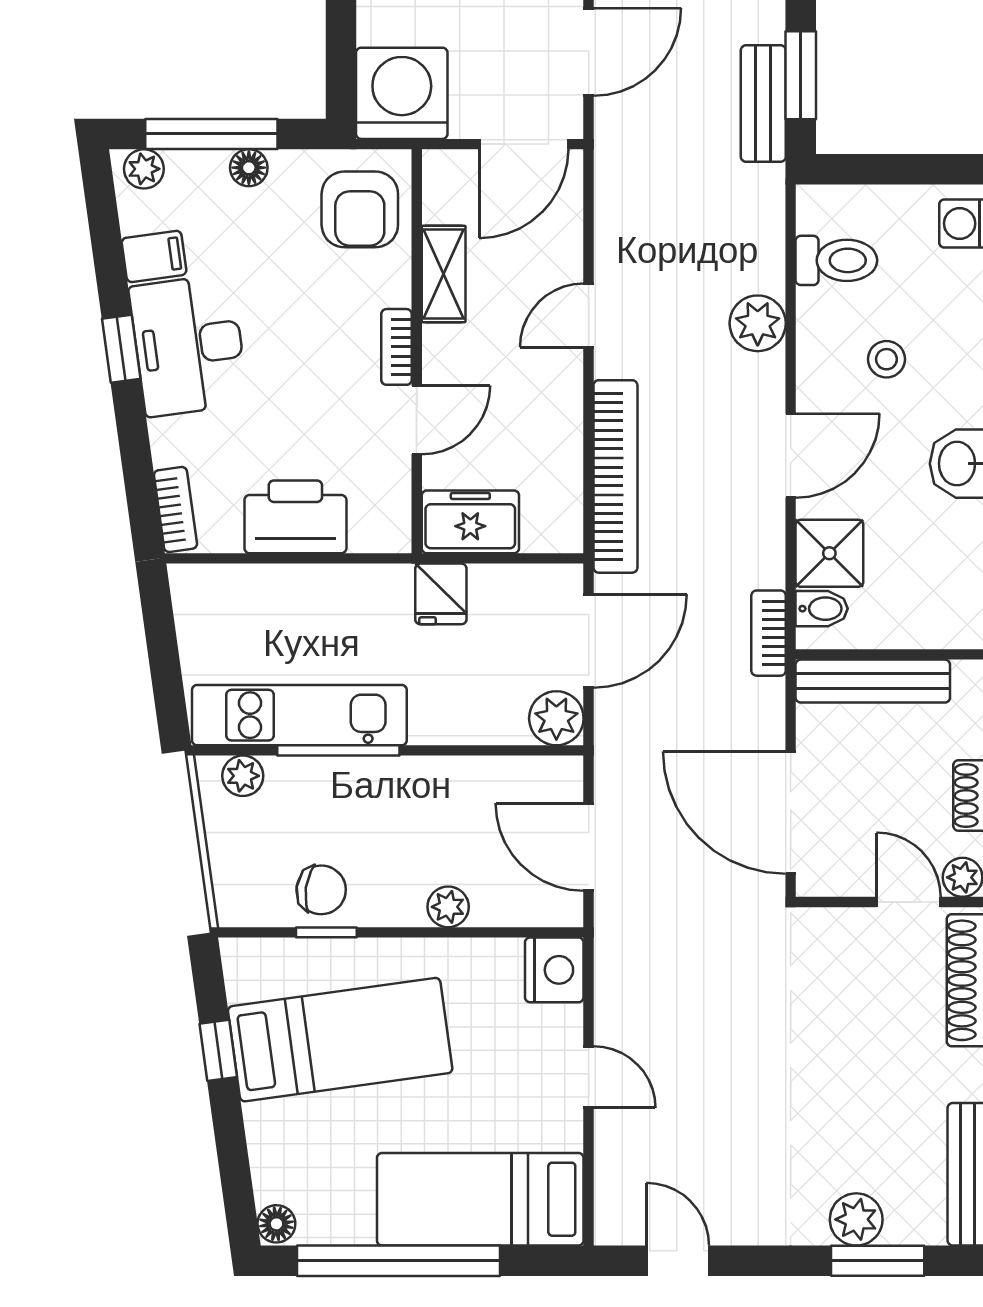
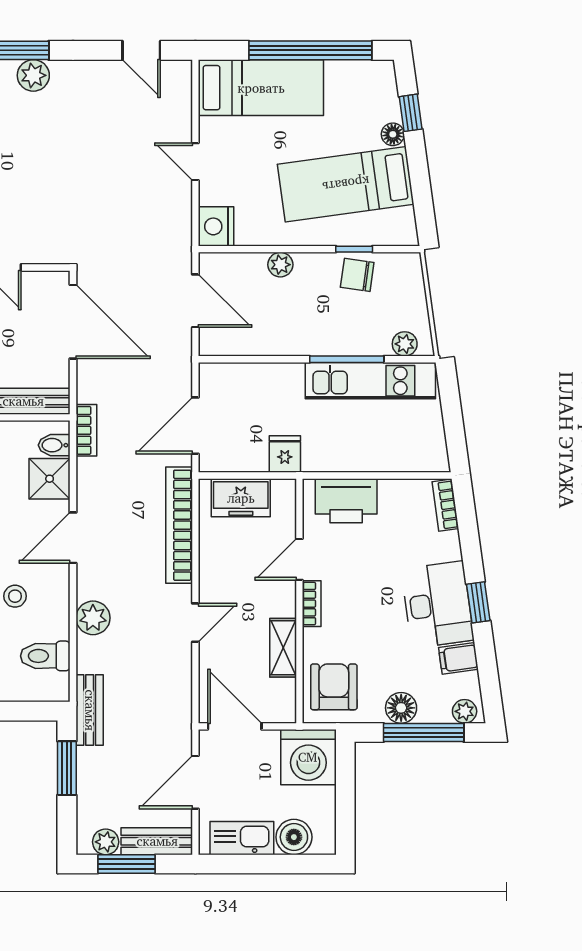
bench: (763, 104) -> (90, 710), moved
door: (524, 144) -> (235, 726), hinge flipped
floor lamp: (249, 168) -> (401, 708), width x1.37, depth x1.37
printer: (295, 517) -> (346, 501), moved
freezer: (470, 522) -> (241, 498), moved
plant: (556, 718) -> (215, 379), removed
window: (218, 1050) -> (411, 113), moved
floor lamp: (276, 1224) -> (393, 134), moved

